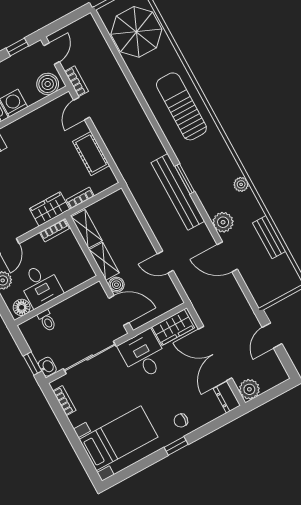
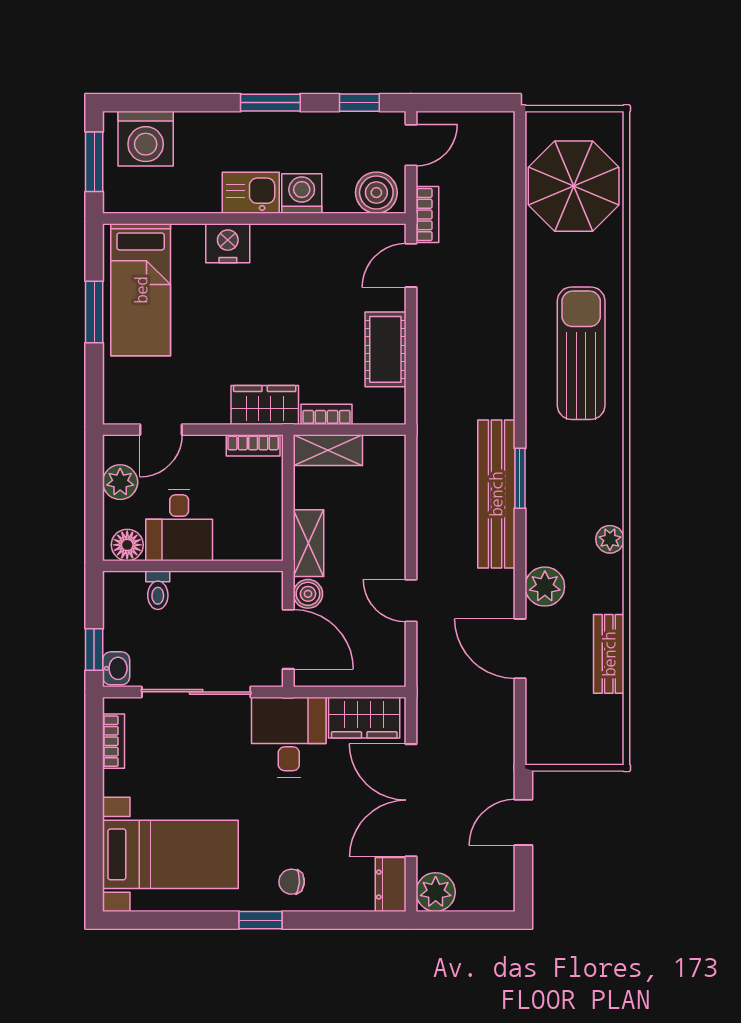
shelving: (87, 229) -> (328, 450), moved, turned 90

